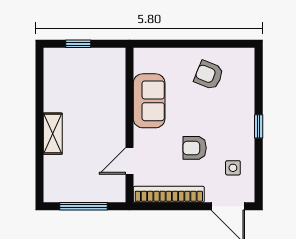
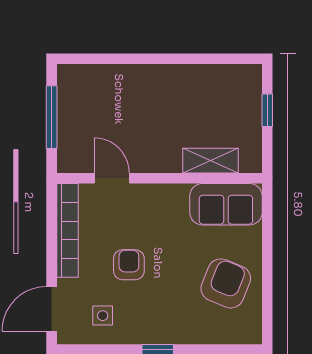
armchair: (209, 75) -> (226, 283), width x1.38, depth x1.38
sofa: (149, 101) -> (226, 204), moved
shelving: (53, 134) -> (211, 161), moved

